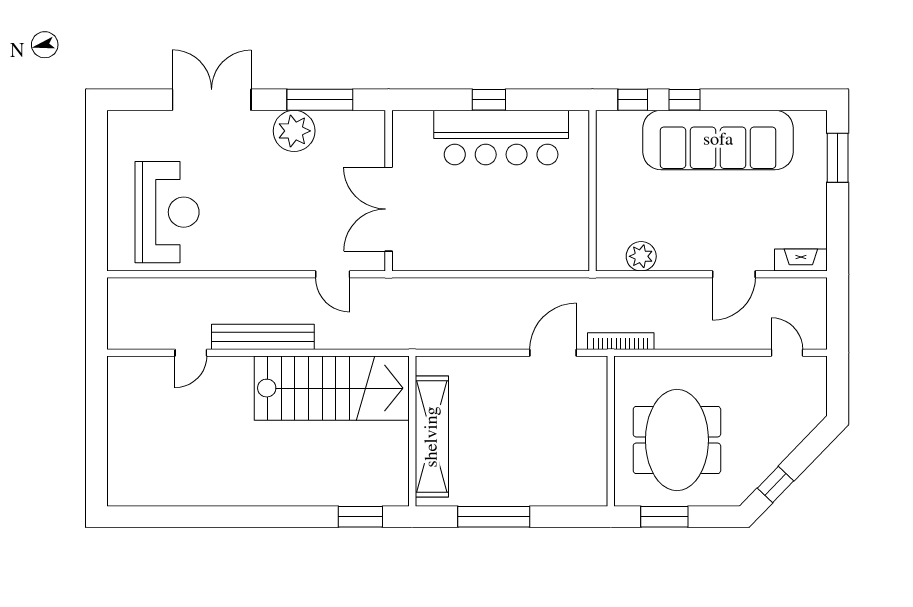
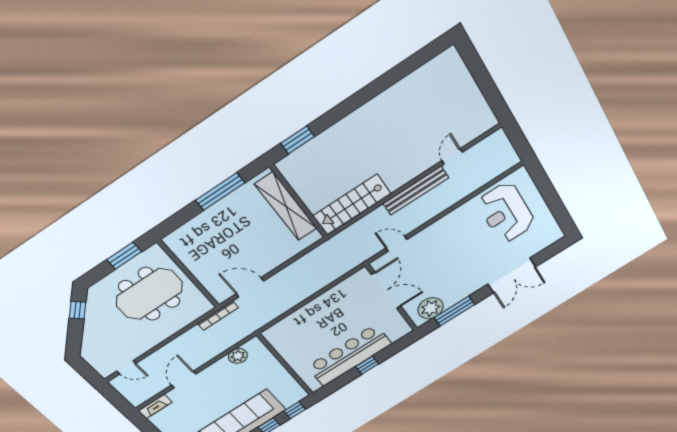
plant: (294, 131) -> (431, 308), moved
door: (553, 353) -> (250, 287), swing flipped
stairs: (332, 388) -> (352, 205), width x0.73, depth x0.66
meeting table: (677, 440) -> (149, 294), turned 90

